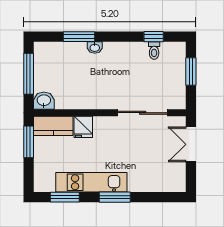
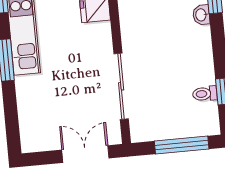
window: (191, 72) -> (182, 145), width x1.44

